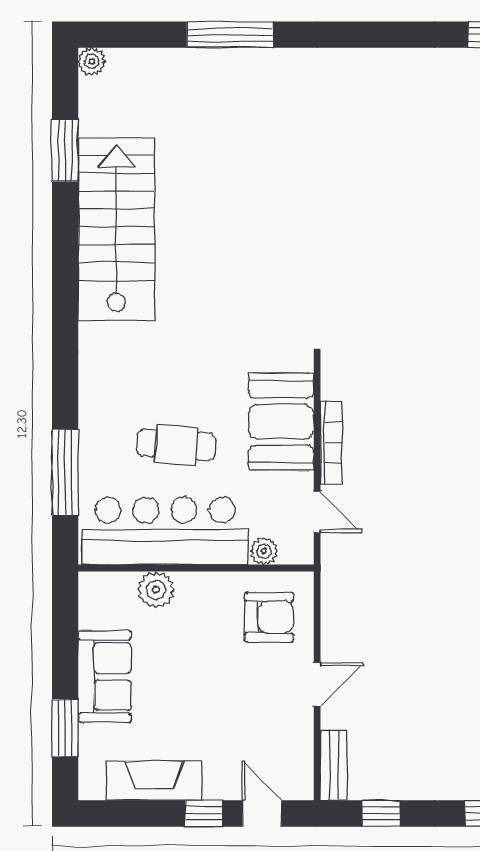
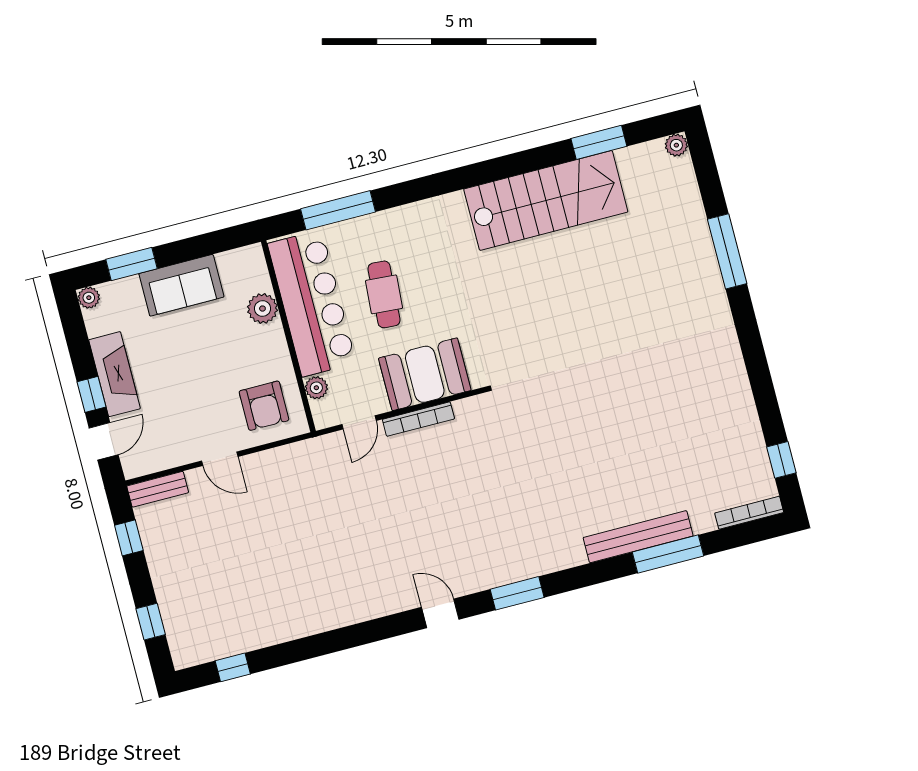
fireplace: (155, 781) -> (115, 374), moved
plant: (91, 787) -> (89, 298), added

